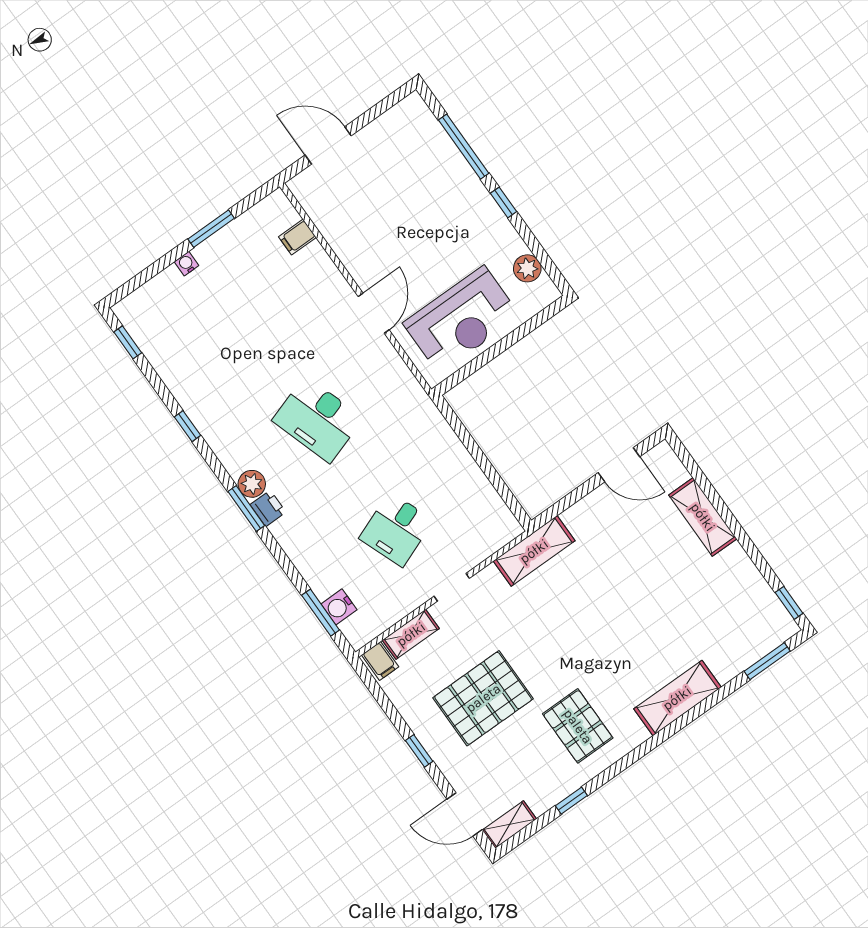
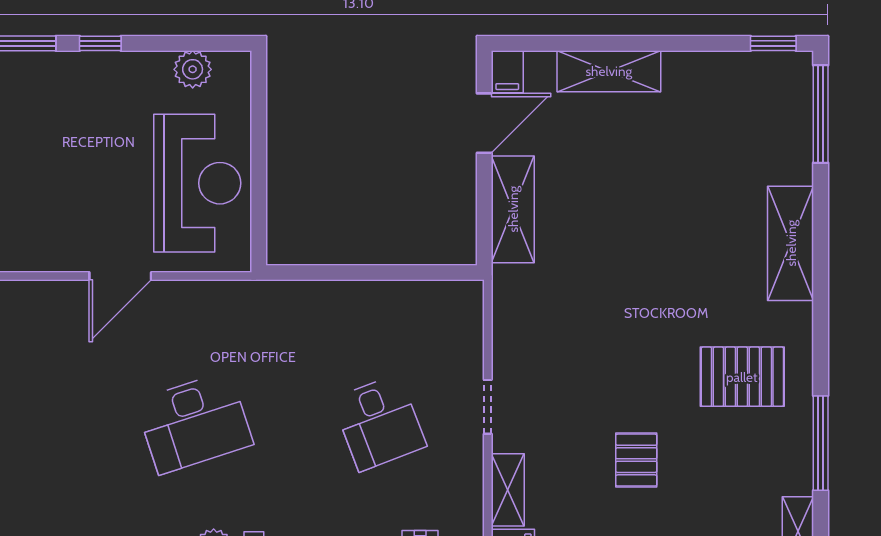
door: (374, 313) -> (120, 276), swing flipped
filing cabinet: (659, 457) -> (507, 72), added
shelving: (534, 551) -> (513, 209), moved
window: (767, 661) -> (821, 114), width x1.44
pallet: (483, 698) -> (636, 460), width x0.49, depth x0.50
window: (571, 801) -> (821, 443), width x2.17

